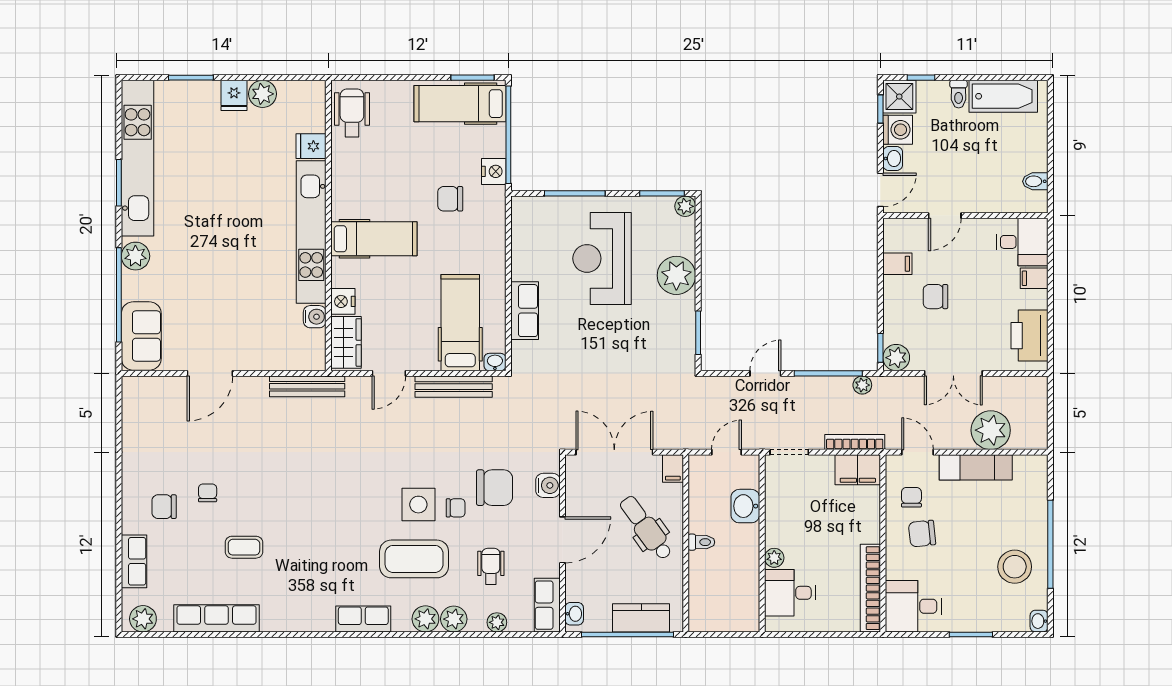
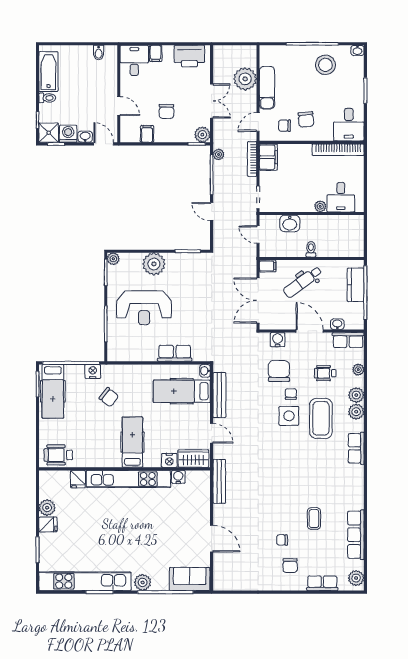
chair: (450, 199) -> (109, 397), turned -52
washbasin: (574, 614) -> (337, 324), moved

